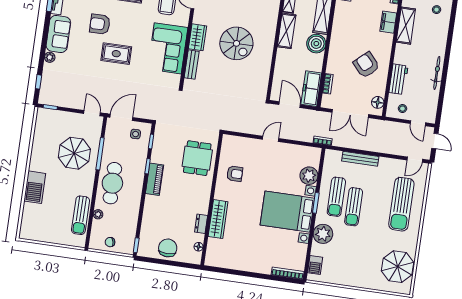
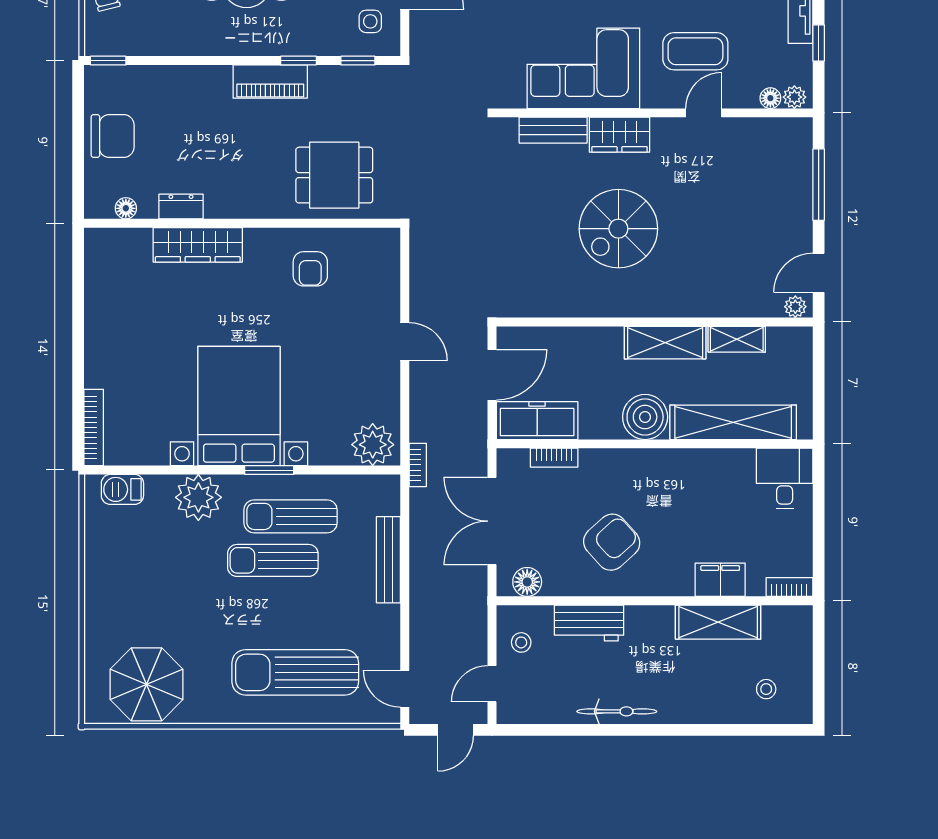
plant: (309, 176) -> (373, 445), moved

